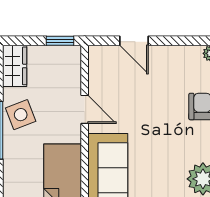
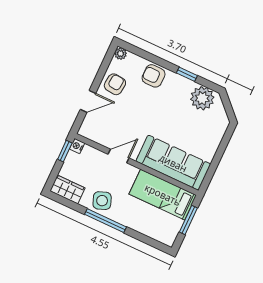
nightstand: (73, 53) -> (77, 146), added
armchair: (170, 64) -> (115, 84), added

